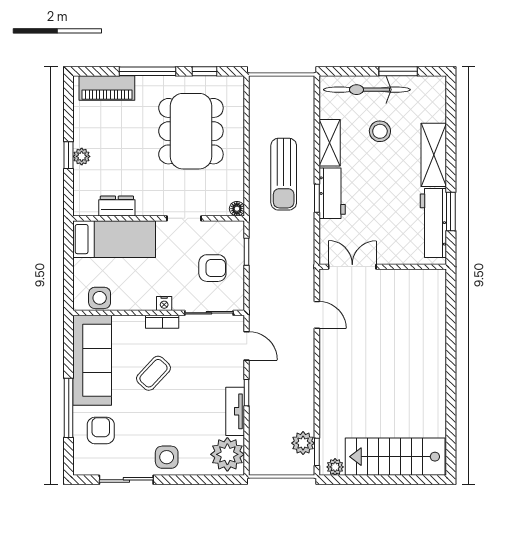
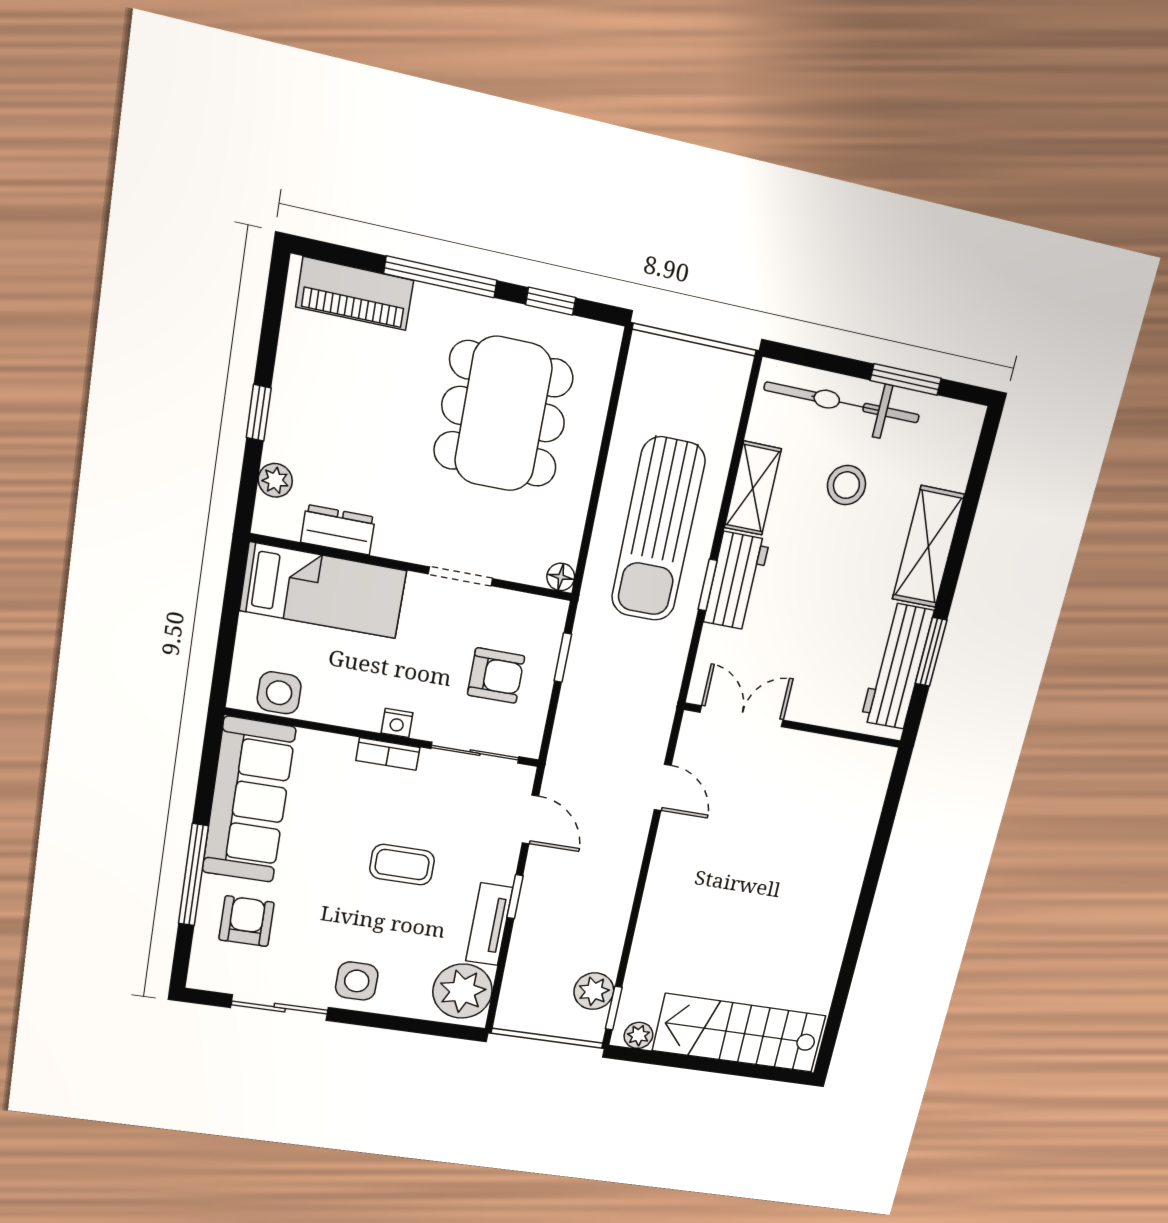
plant: (82, 156) -> (275, 480), moved
sun lounger: (284, 174) -> (658, 530), width x1.36, depth x1.34
coffee table: (153, 373) -> (402, 865), moved, turned 47

